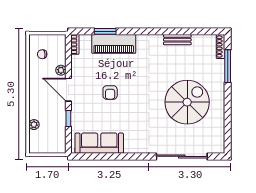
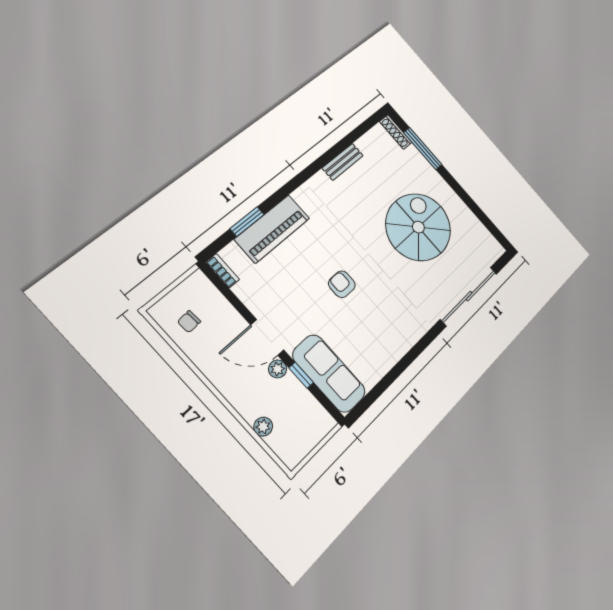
plant: (61, 70) -> (278, 369), moved
armchair: (110, 93) -> (342, 284), moved, turned 180
sofa: (99, 143) -> (329, 373), moved, turned 90

